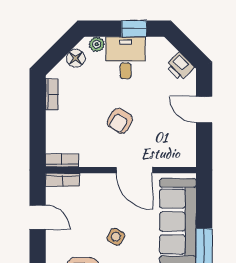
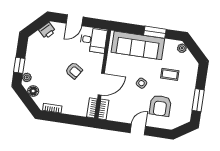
window: (134, 29) -> (19, 65), moved
desk: (126, 58) -> (93, 40), moved, turned 180
door: (134, 170) -> (101, 84), moved
door: (38, 217) -> (138, 129), moved

